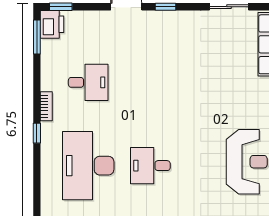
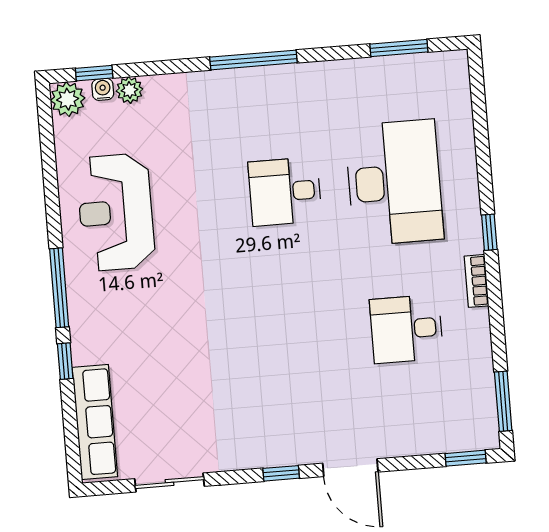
printer: (52, 24) -> (478, 426), removed
desk: (150, 166) -> (285, 192), turned 180

